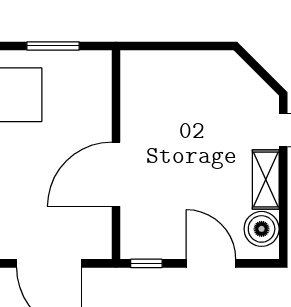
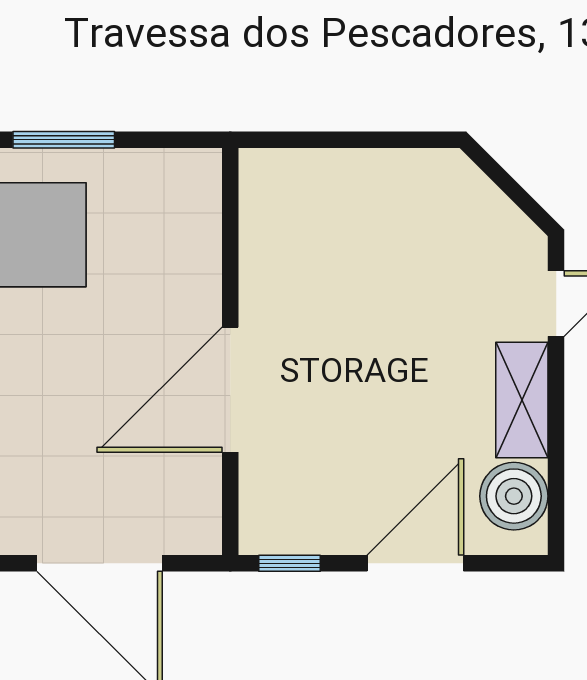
window: (53, 46) -> (64, 140), moved
door: (211, 263) -> (415, 563), hinge flipped

